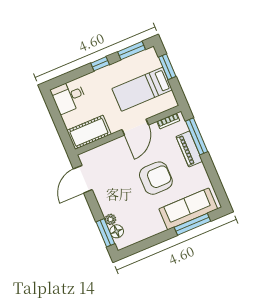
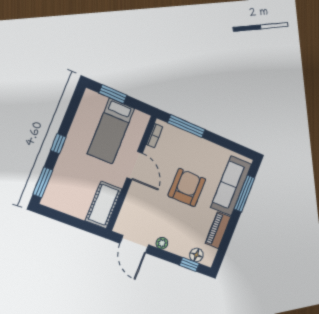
window: (131, 51) -> (43, 182), moved
desk: (69, 97) -> (60, 194), removed
piano: (189, 149) -> (218, 230), moved, turned 90
plant: (110, 219) -> (162, 243), moved
window: (105, 233) -> (189, 264), width x0.67

